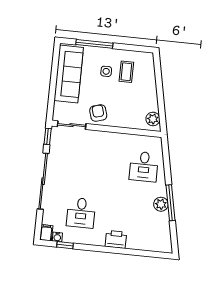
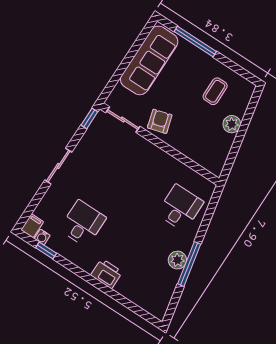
side table: (106, 71) -> (193, 79), removed
plant: (153, 119) -> (232, 124), moved
desk: (144, 167) -> (180, 208), turned 180
sliding door: (43, 181) -> (58, 166), width x0.54
desk: (81, 213) -> (83, 223), turned 180

